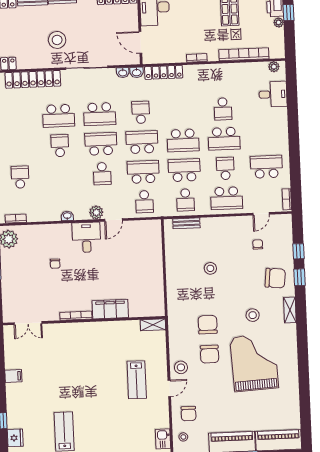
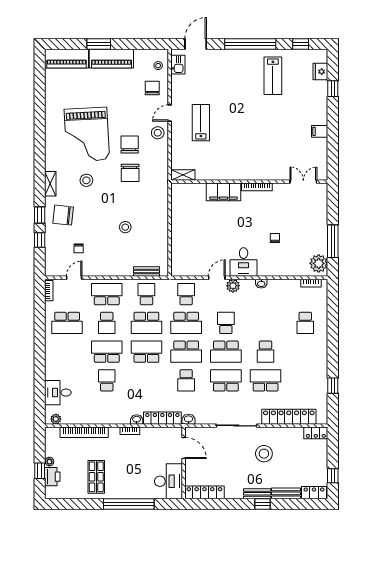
washbasin: (123, 73) -> (137, 419), moved

